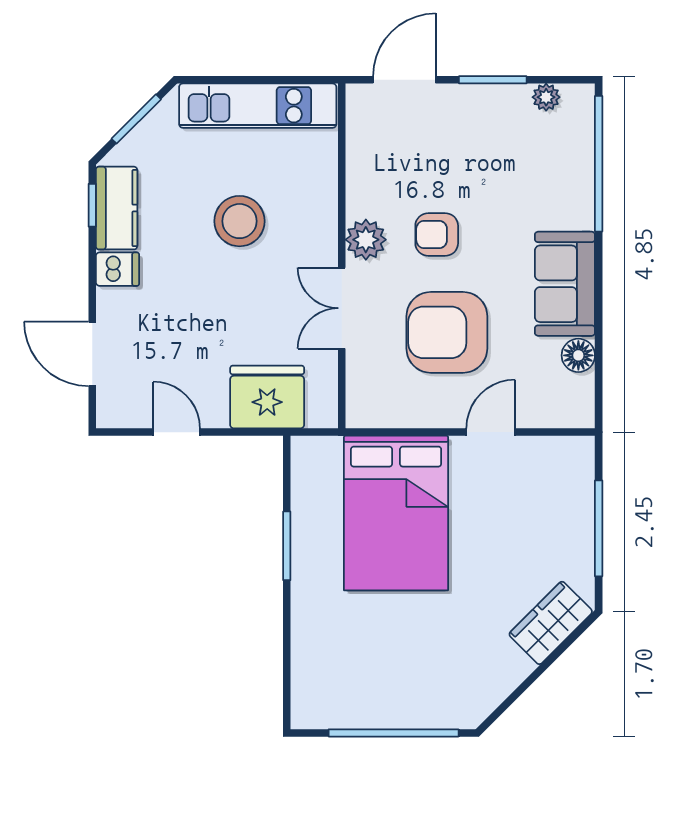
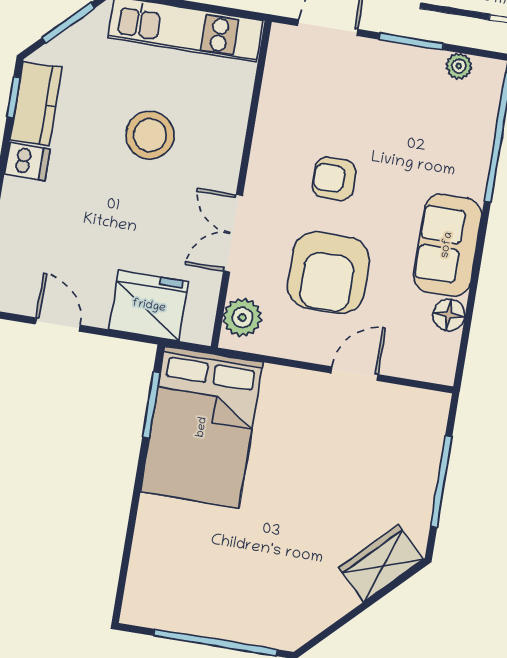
plant: (366, 240) -> (242, 317), moved
armchair: (447, 332) -> (328, 273), turned -90
bed: (396, 513) -> (202, 427), moved
window: (287, 546) -> (151, 405), moved

